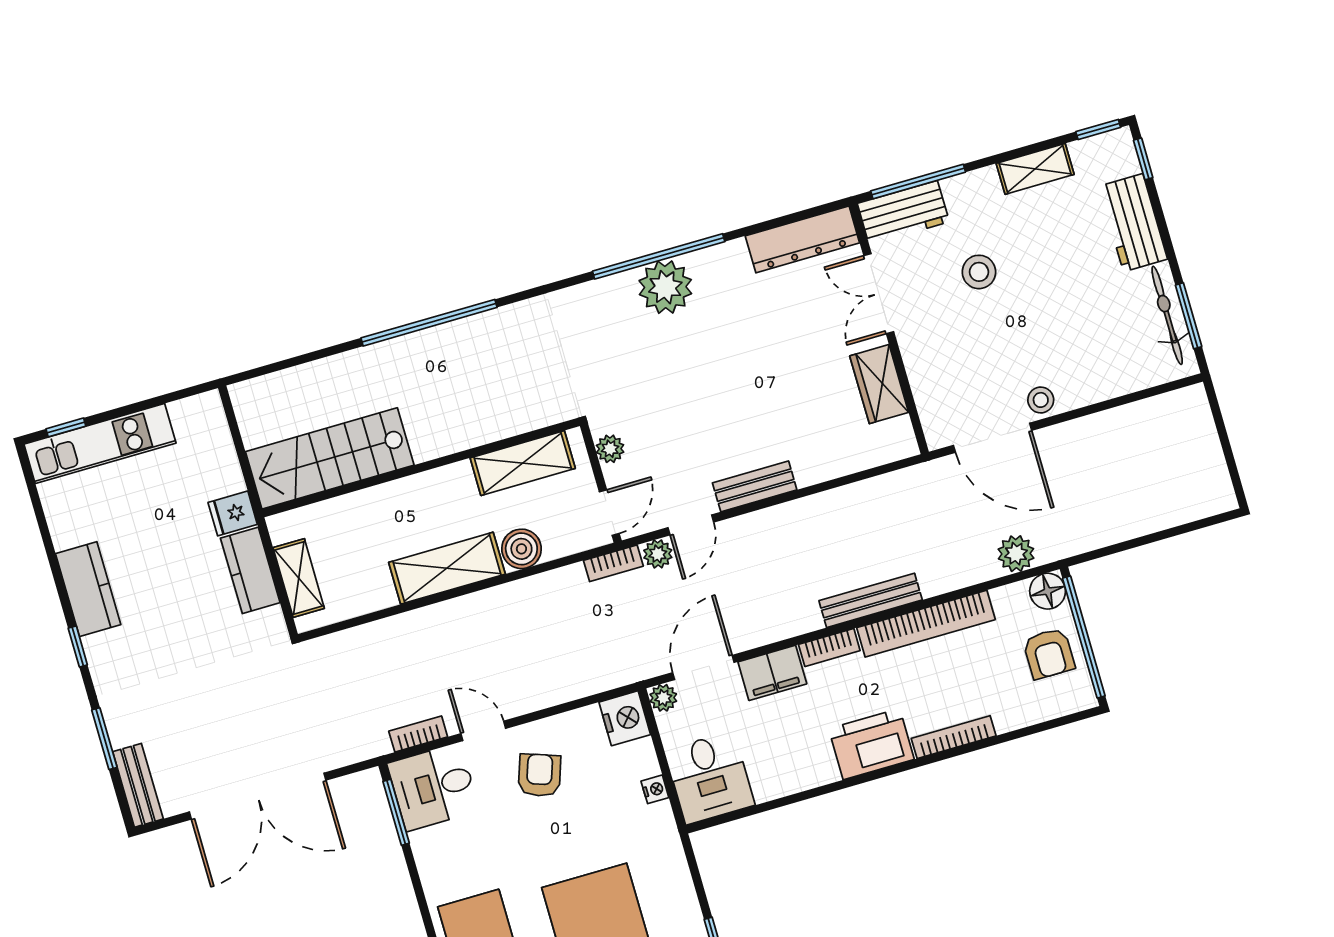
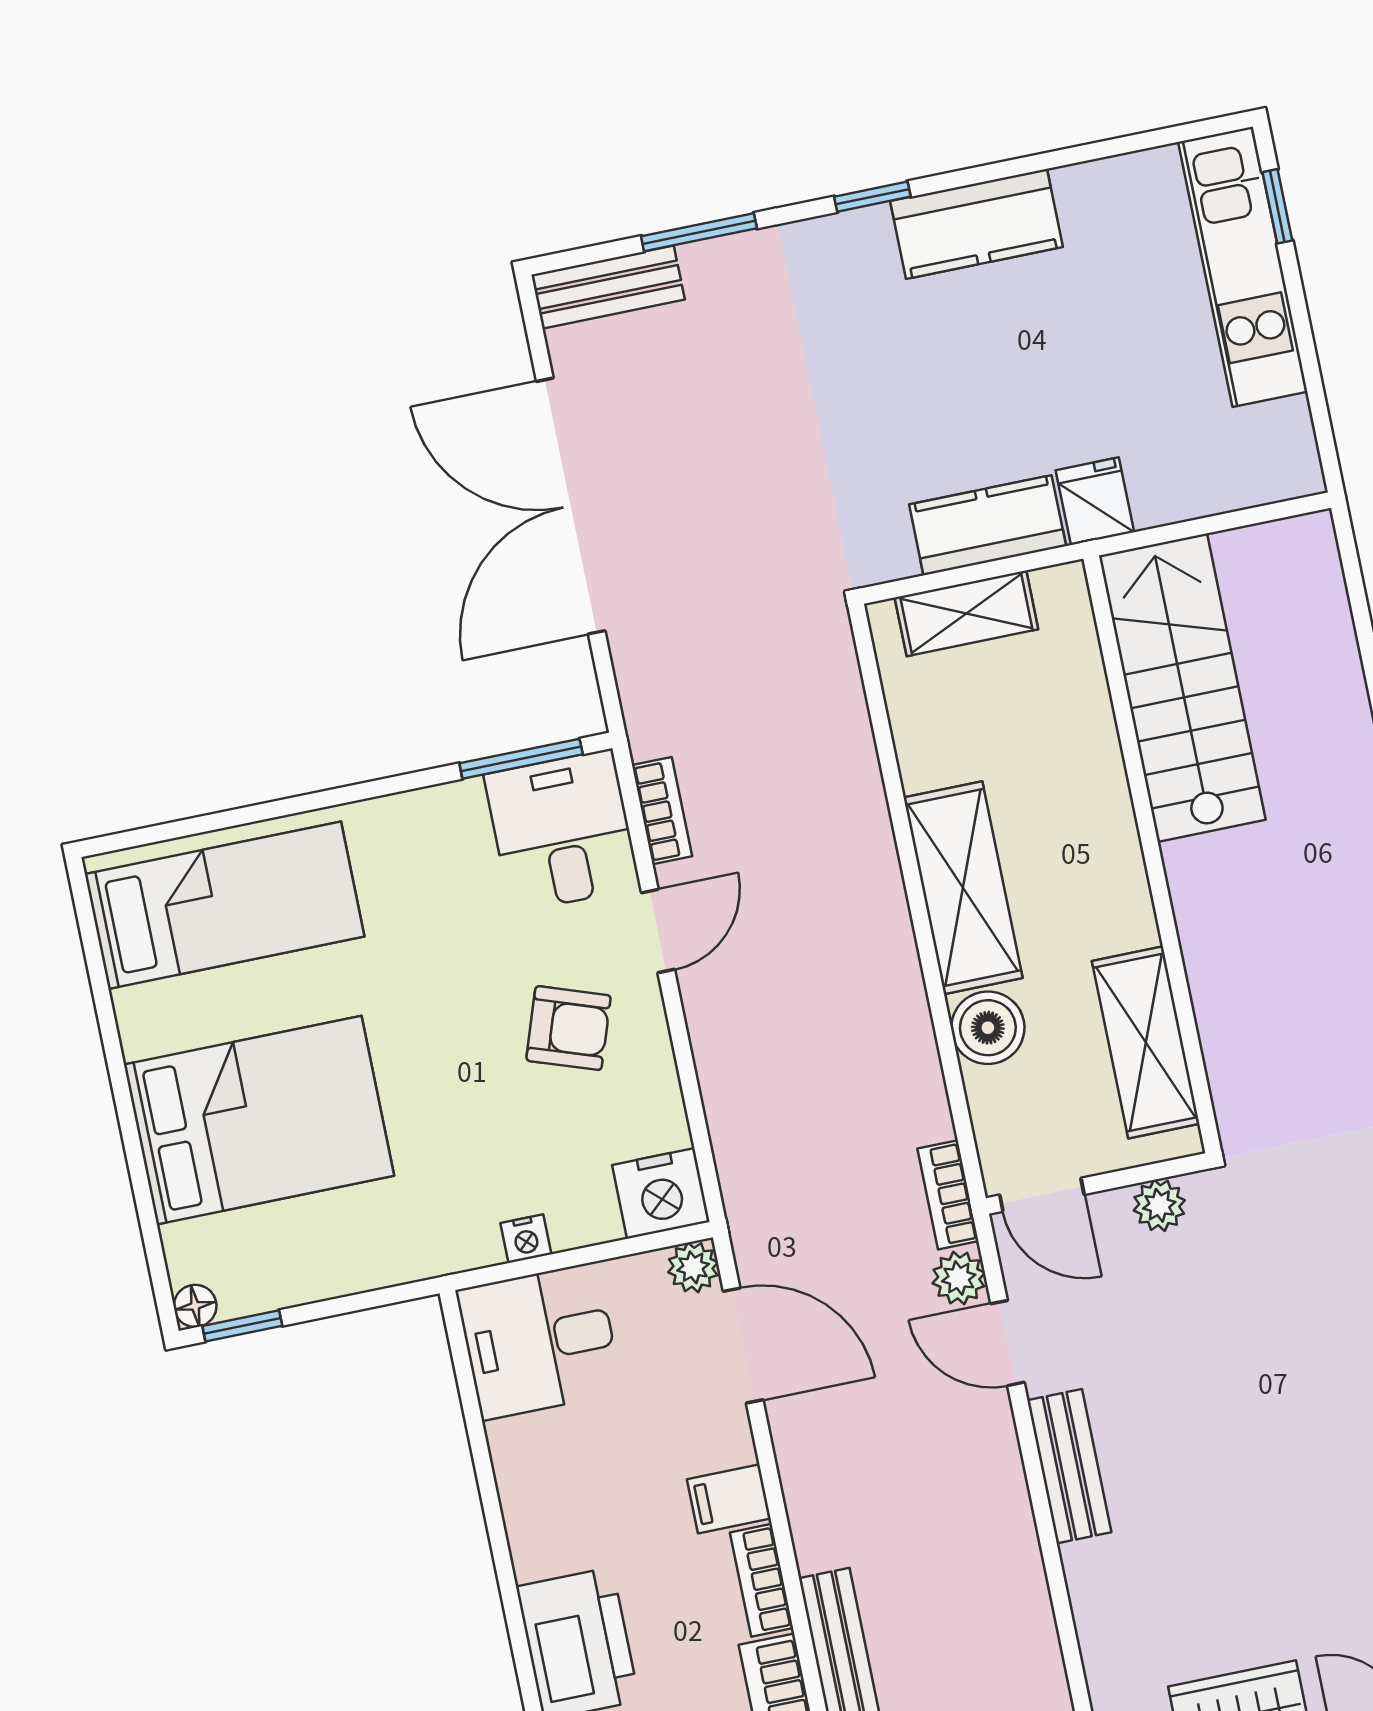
filing cabinet: (772, 673) -> (729, 1499), width x0.50

